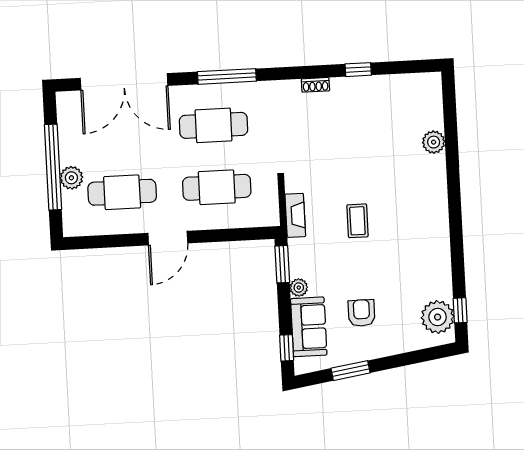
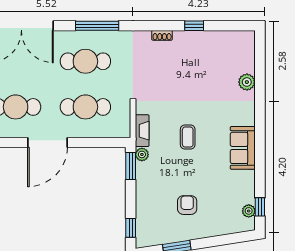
door: (168, 238) -> (47, 142), width x1.36
plant: (299, 288) -> (142, 154), moved
plant: (438, 317) -> (249, 211), width x0.53, depth x0.53
sofa: (309, 327) -> (243, 148), moved, turned 180

